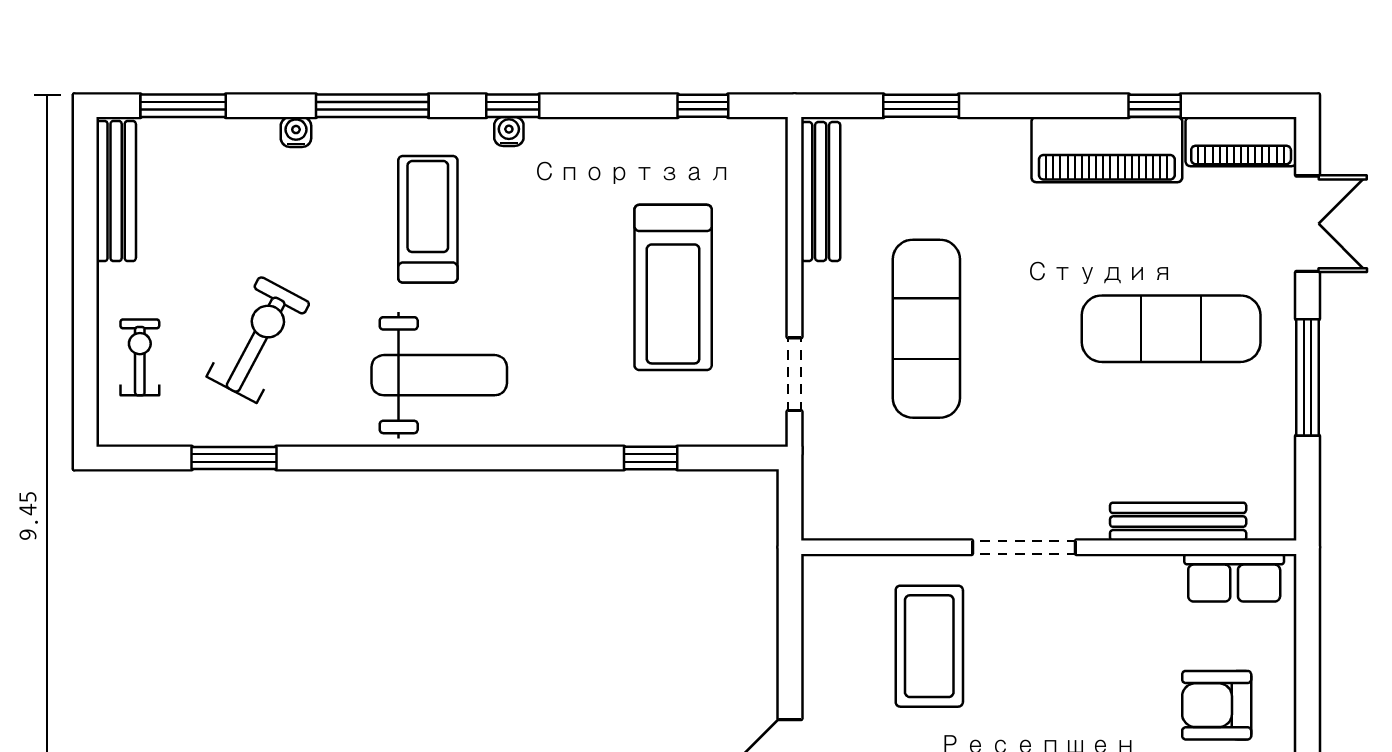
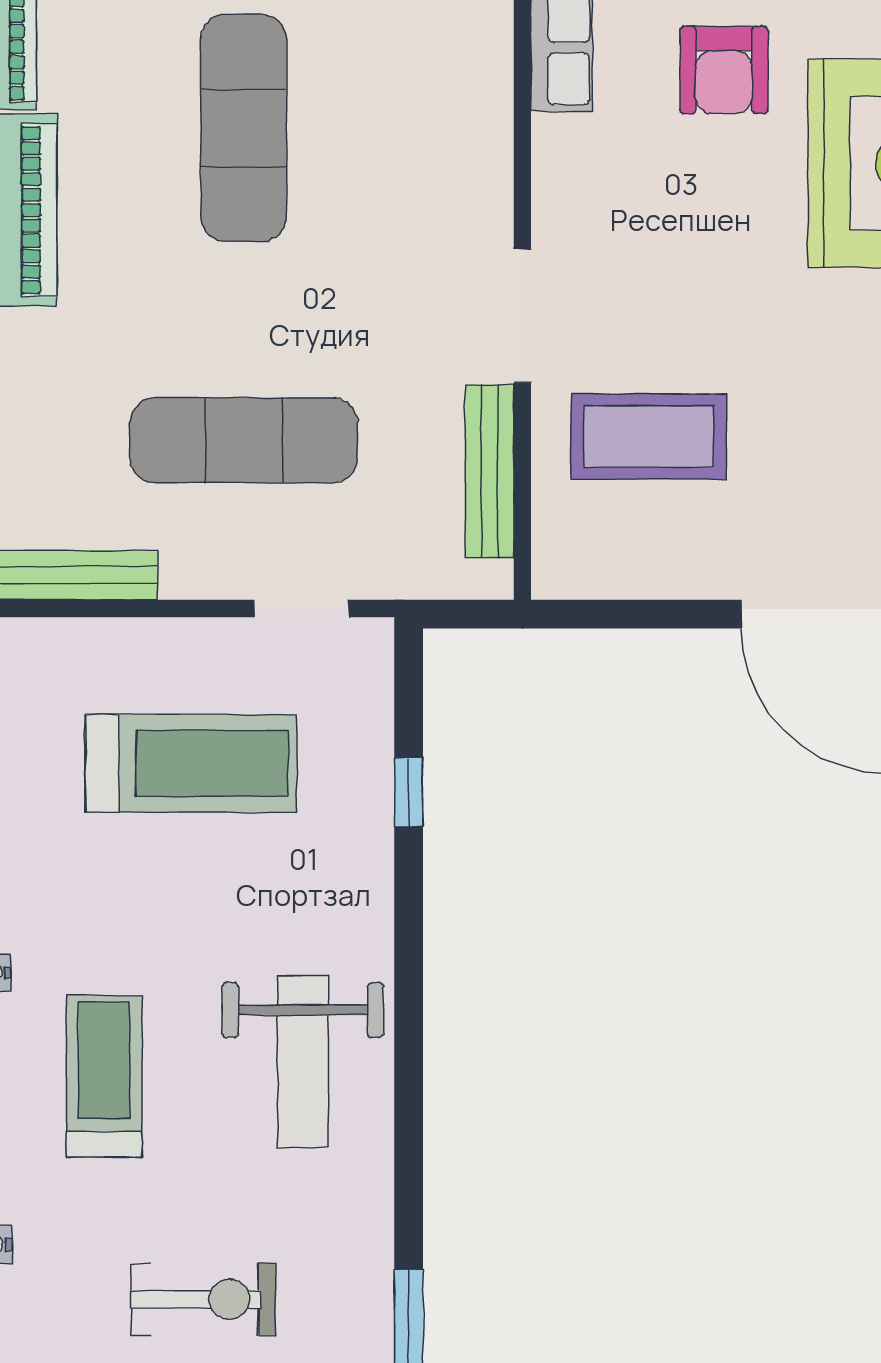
treadmill: (428, 219) -> (104, 1076), turned 90
exercise bike: (258, 340) -> (203, 1299), moved, turned 152
weight bench: (439, 375) -> (303, 1062), turned 180
bench: (1178, 522) -> (490, 471), moved

